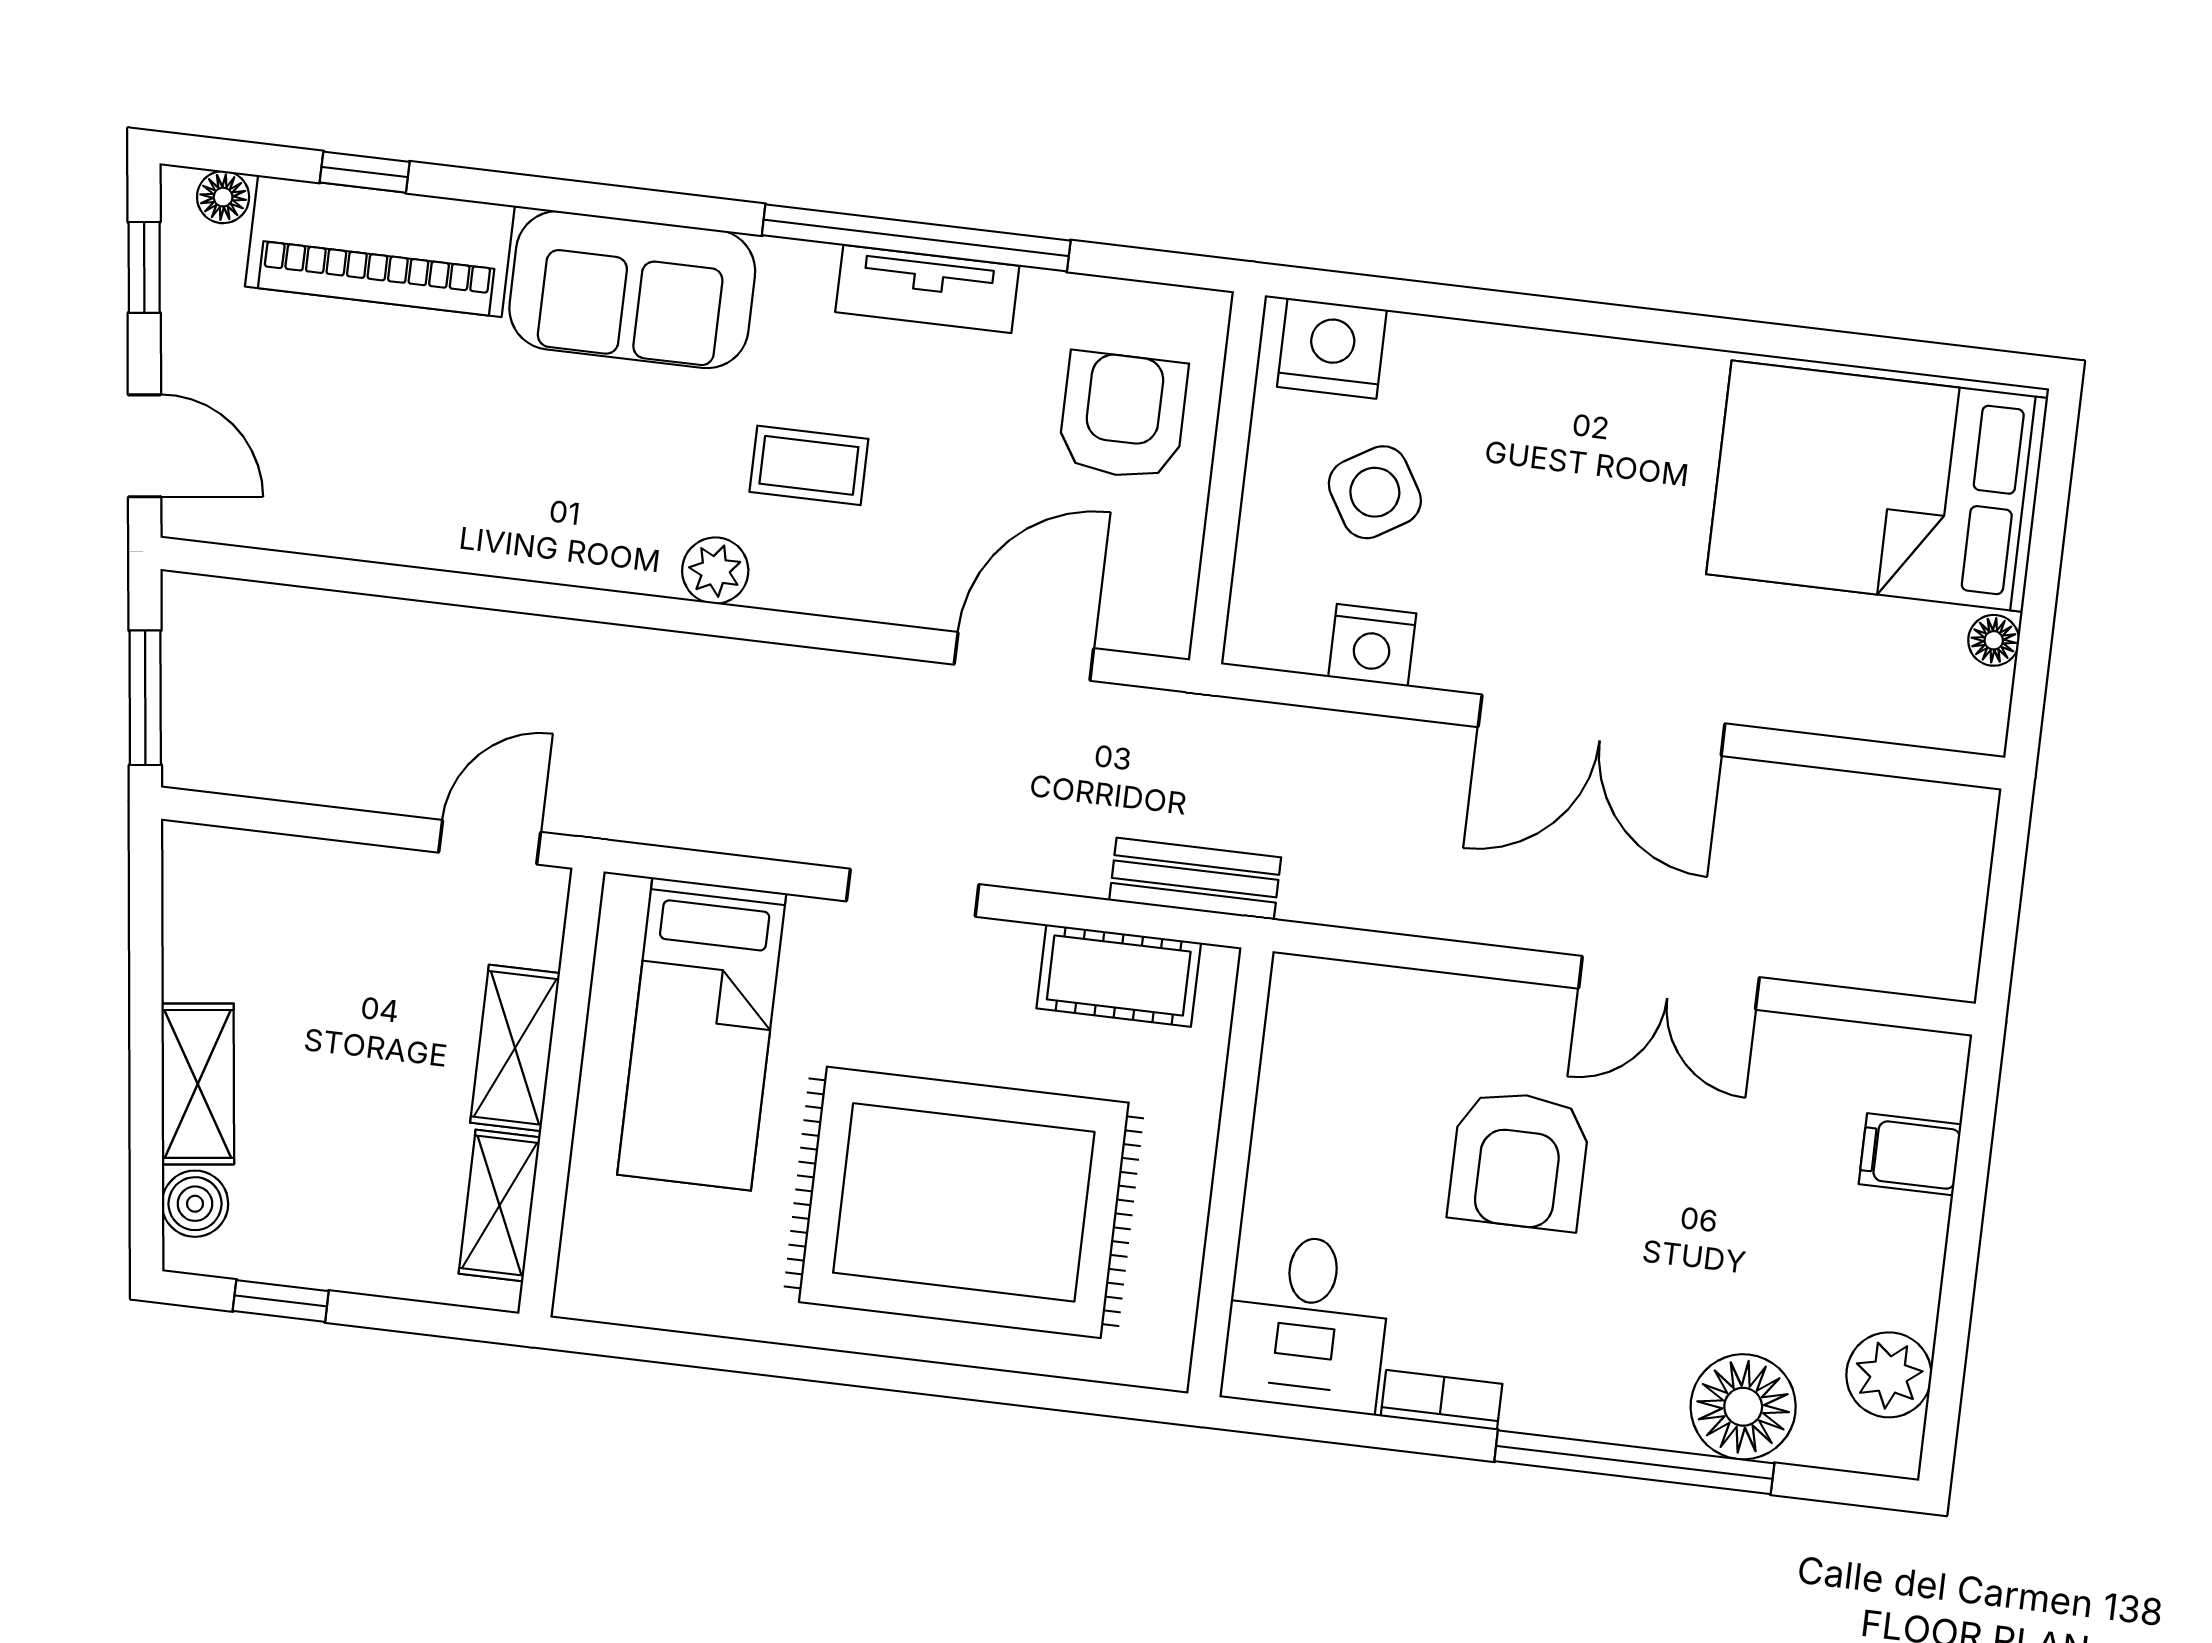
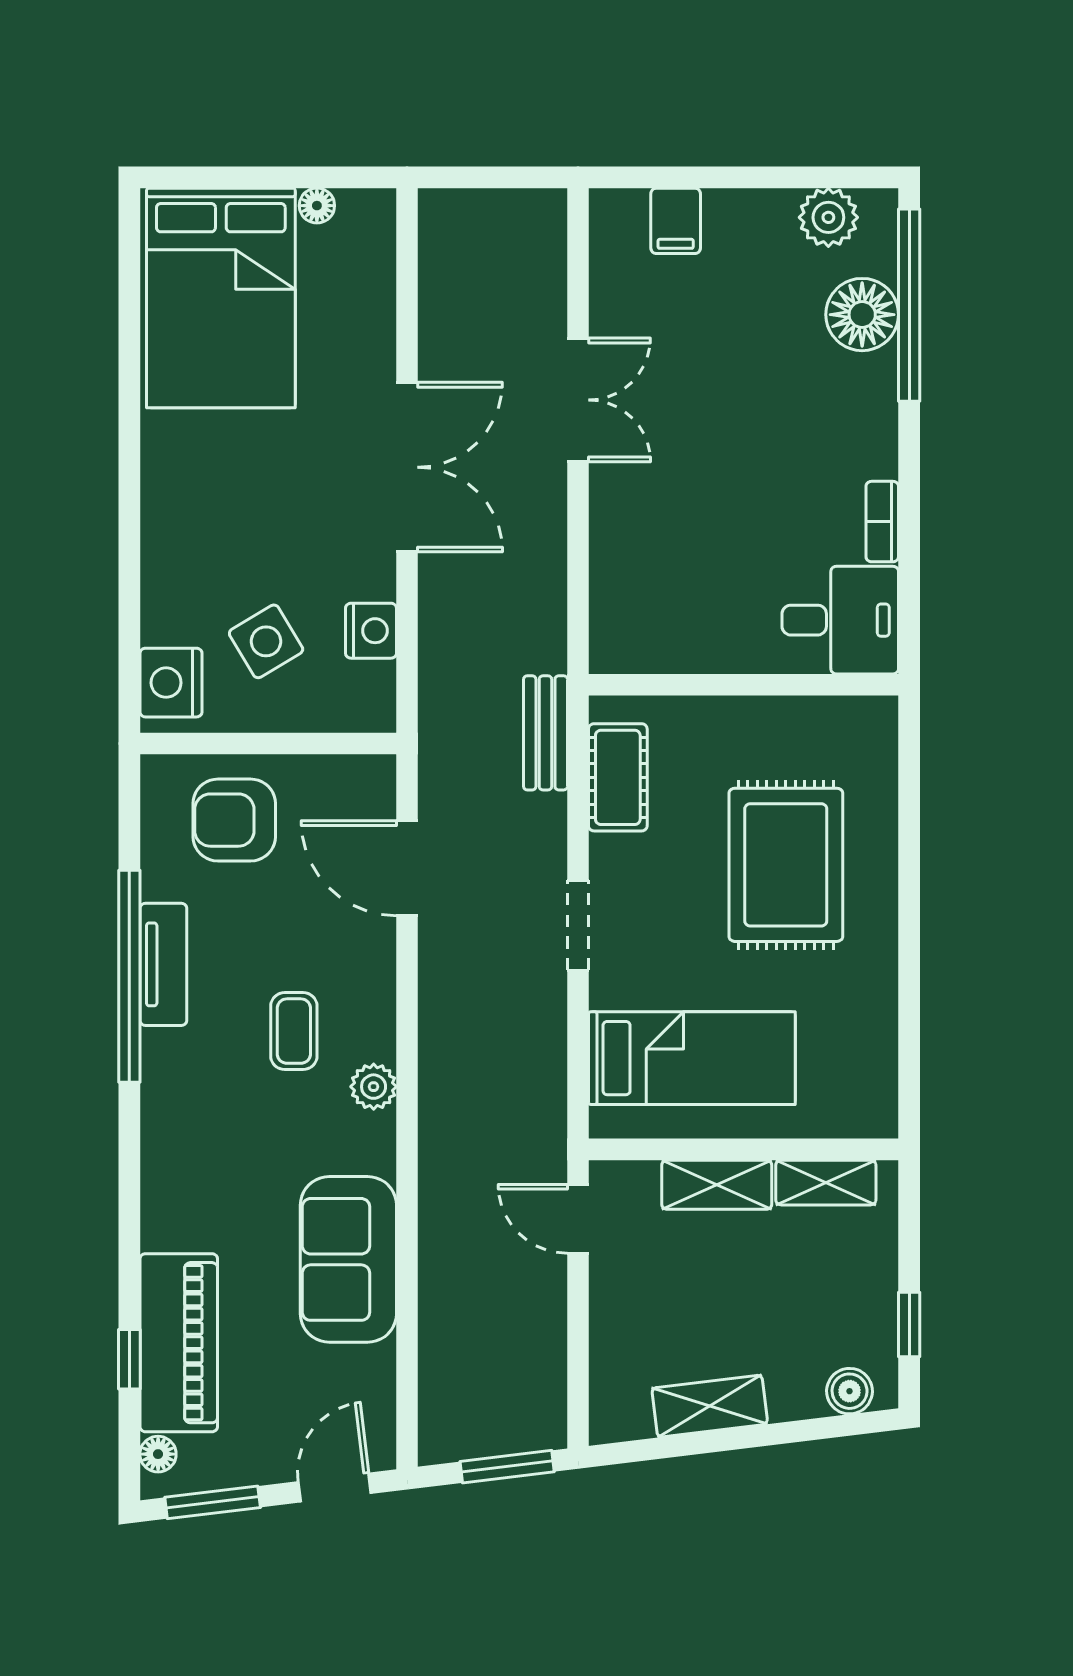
window: (144, 267) -> (213, 1502), width x1.50
sofa: (632, 290) -> (348, 1259), moved, turned 180
shelving: (198, 1084) -> (710, 1406), moved
armchair: (1519, 1160) -> (712, 488), removed
rug: (964, 1202) -> (786, 865), width x0.73, depth x0.69
window: (1634, 1462) -> (909, 305), moved

